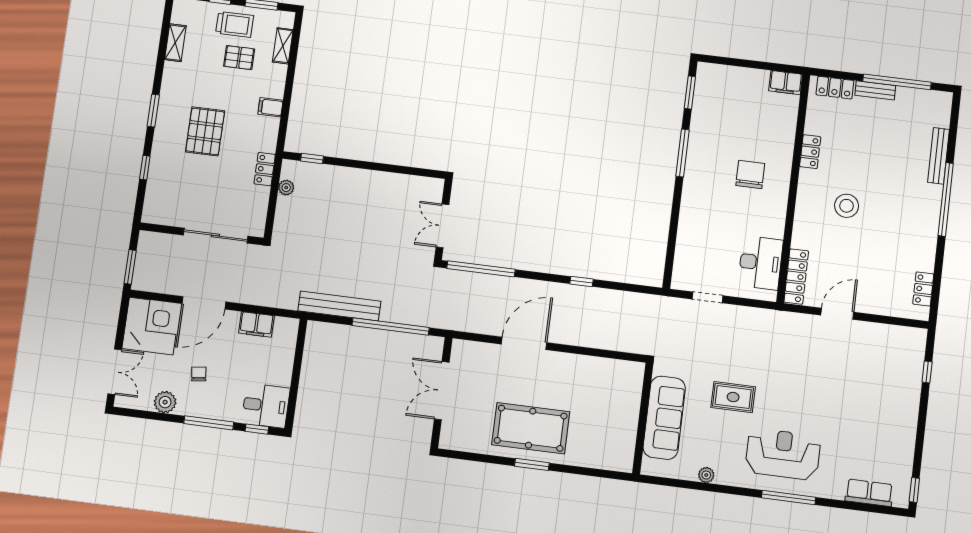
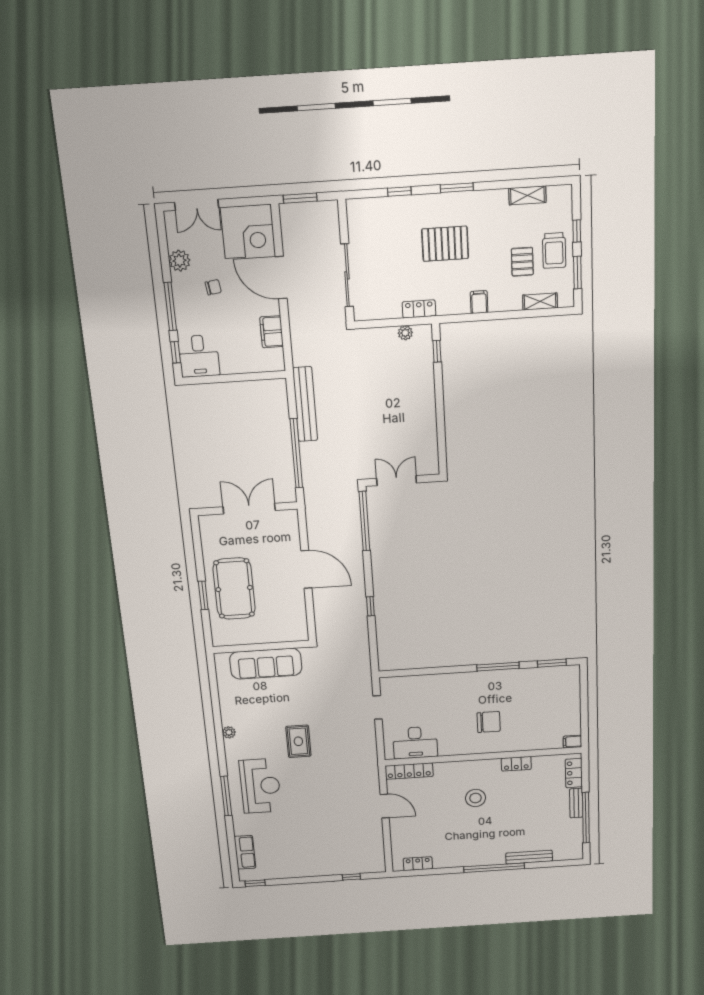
filing cabinet: (786, 83) -> (572, 742), width x0.50
wall: (643, 418) -> (261, 647), moved
sofa: (664, 418) -> (266, 664), moved

